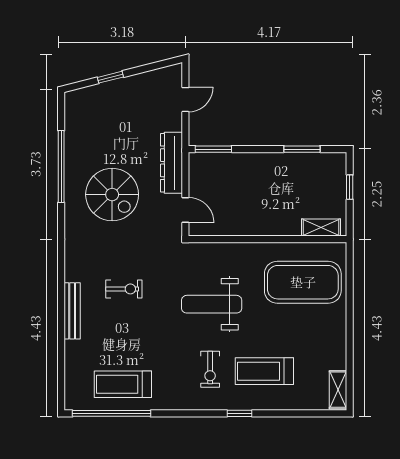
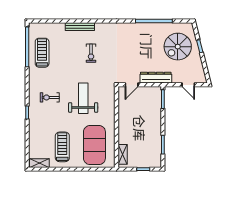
spiral stairs: (112, 195) -> (178, 47), moved
treadmill: (264, 371) -> (62, 147), moved

